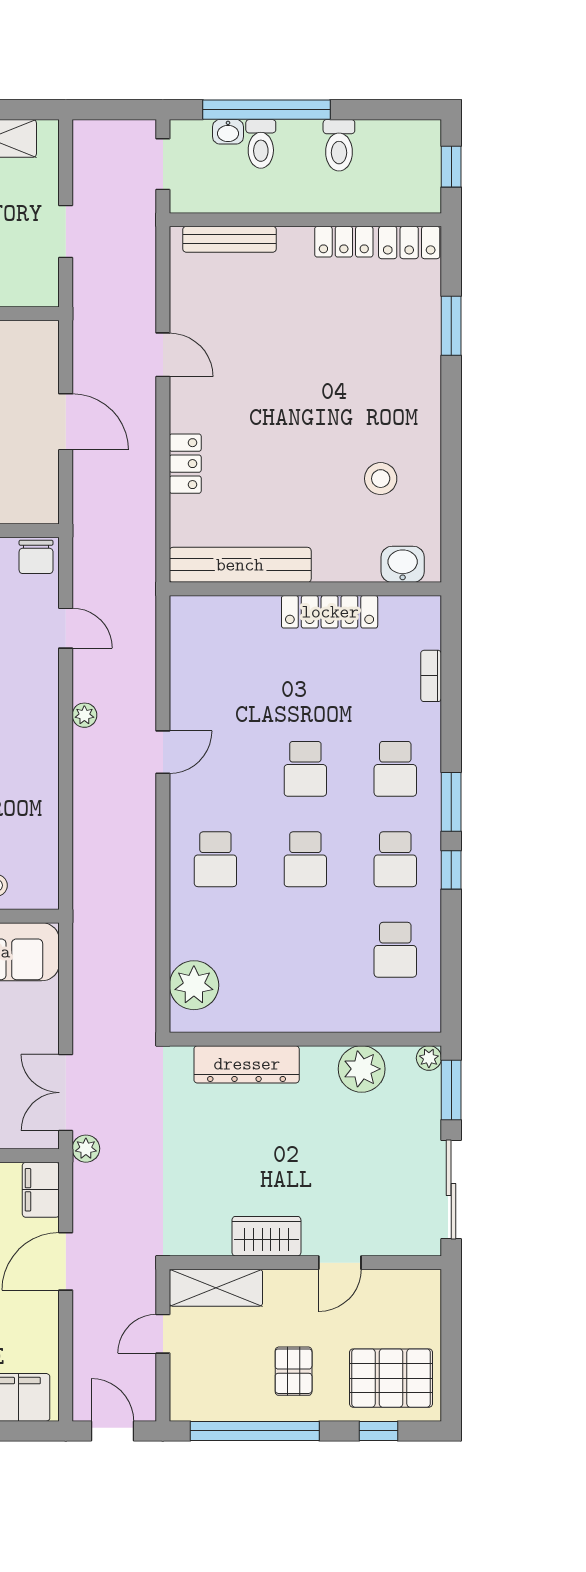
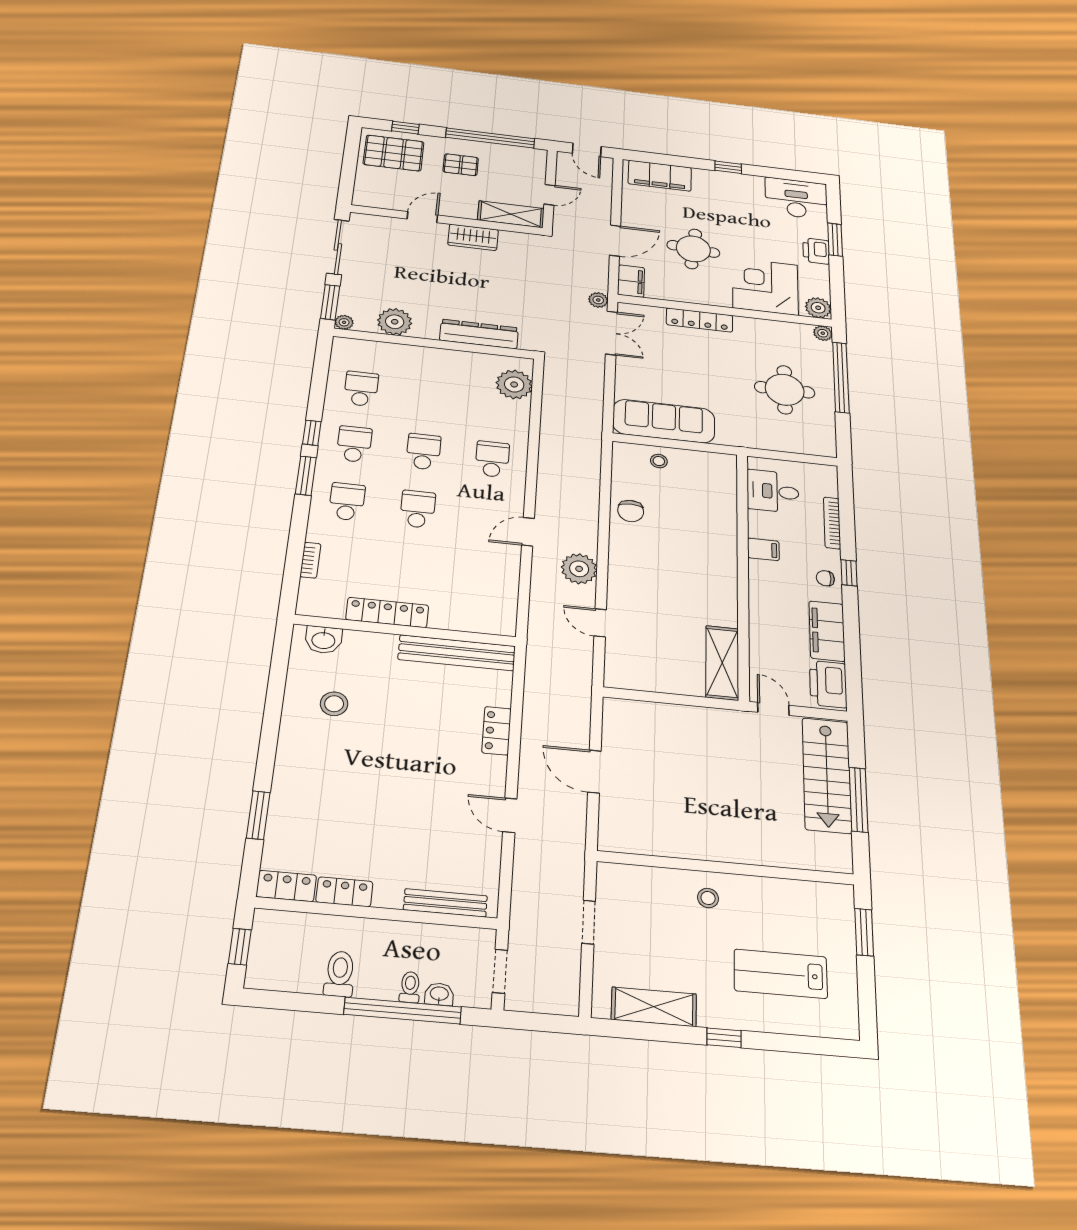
toilet: (261, 144) -> (410, 987), width x0.73, depth x0.72
chair: (36, 557) -> (631, 511), moved, turned 180
plant: (84, 715) -> (579, 569), width x1.88, depth x1.88
pallet: (294, 1371) -> (461, 165), turned 90

